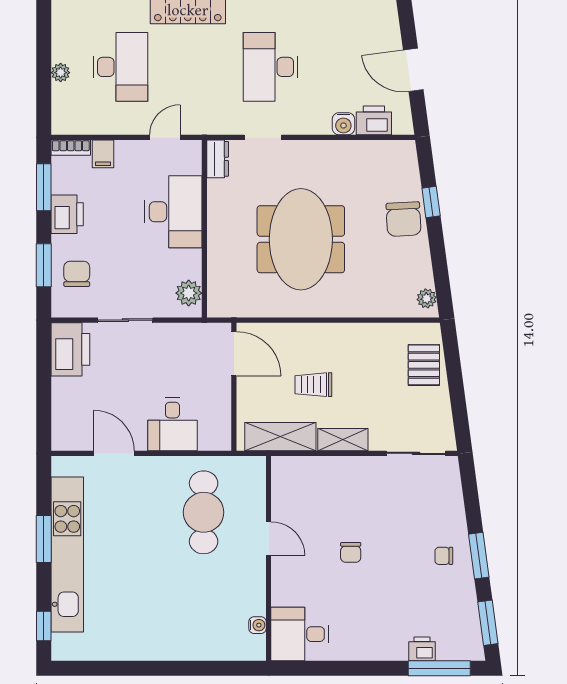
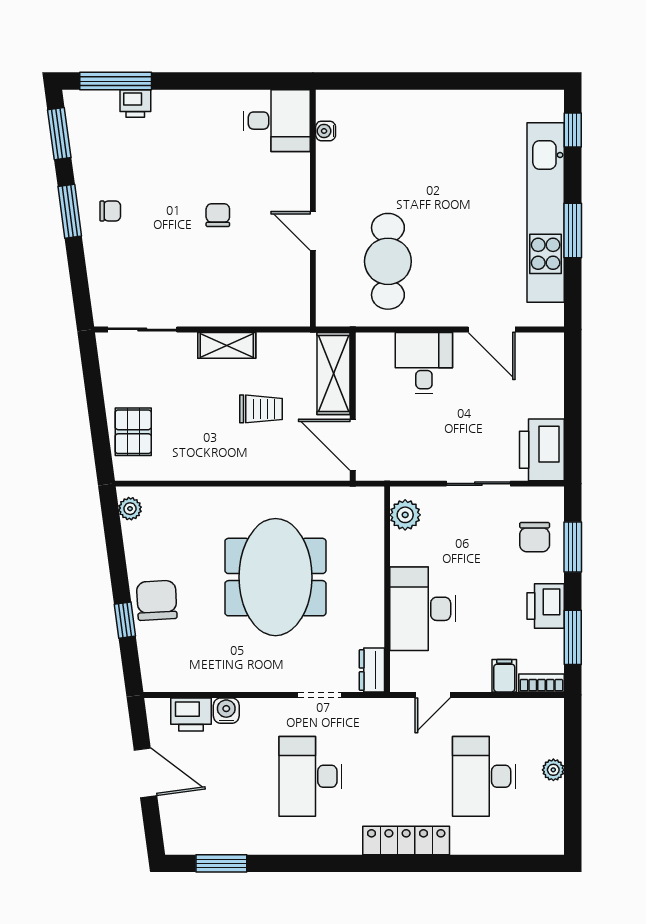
desk: (271, 67) -> (310, 776), turned 180
shelving: (280, 437) -> (334, 373), moved, turned 90

